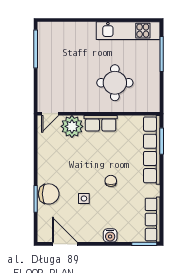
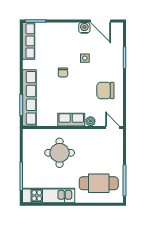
cafe table: (67, 46) -> (99, 183), added
door: (50, 114) -> (112, 127), hinge flipped
plant: (72, 126) -> (90, 121), width x0.53, depth x0.53
chair: (49, 194) -> (105, 90), moved
water cooler: (110, 235) -> (84, 28), moved

